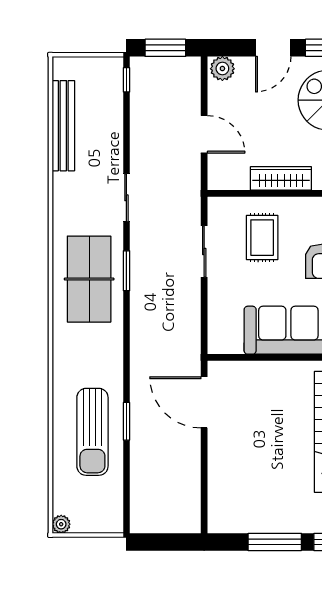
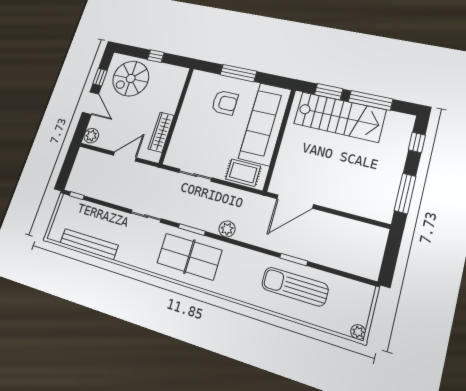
window: (165, 48) -> (67, 167), removed
wardrobe: (281, 178) -> (161, 132), moved
rug: (262, 238) -> (243, 173), moved
plant: (141, 320) -> (227, 229), added
sun lounger: (92, 432) -> (295, 287), turned 180
window: (275, 542) -> (405, 193), moved

